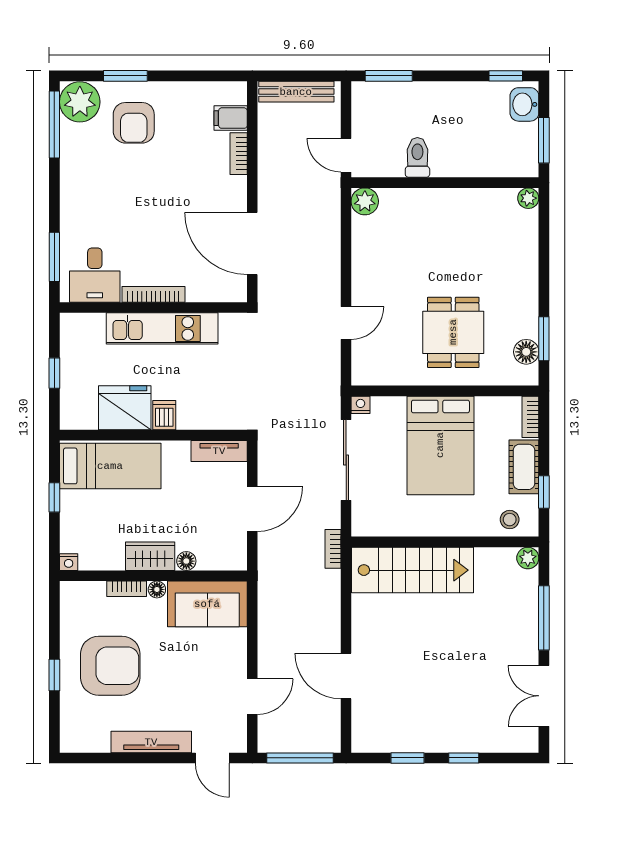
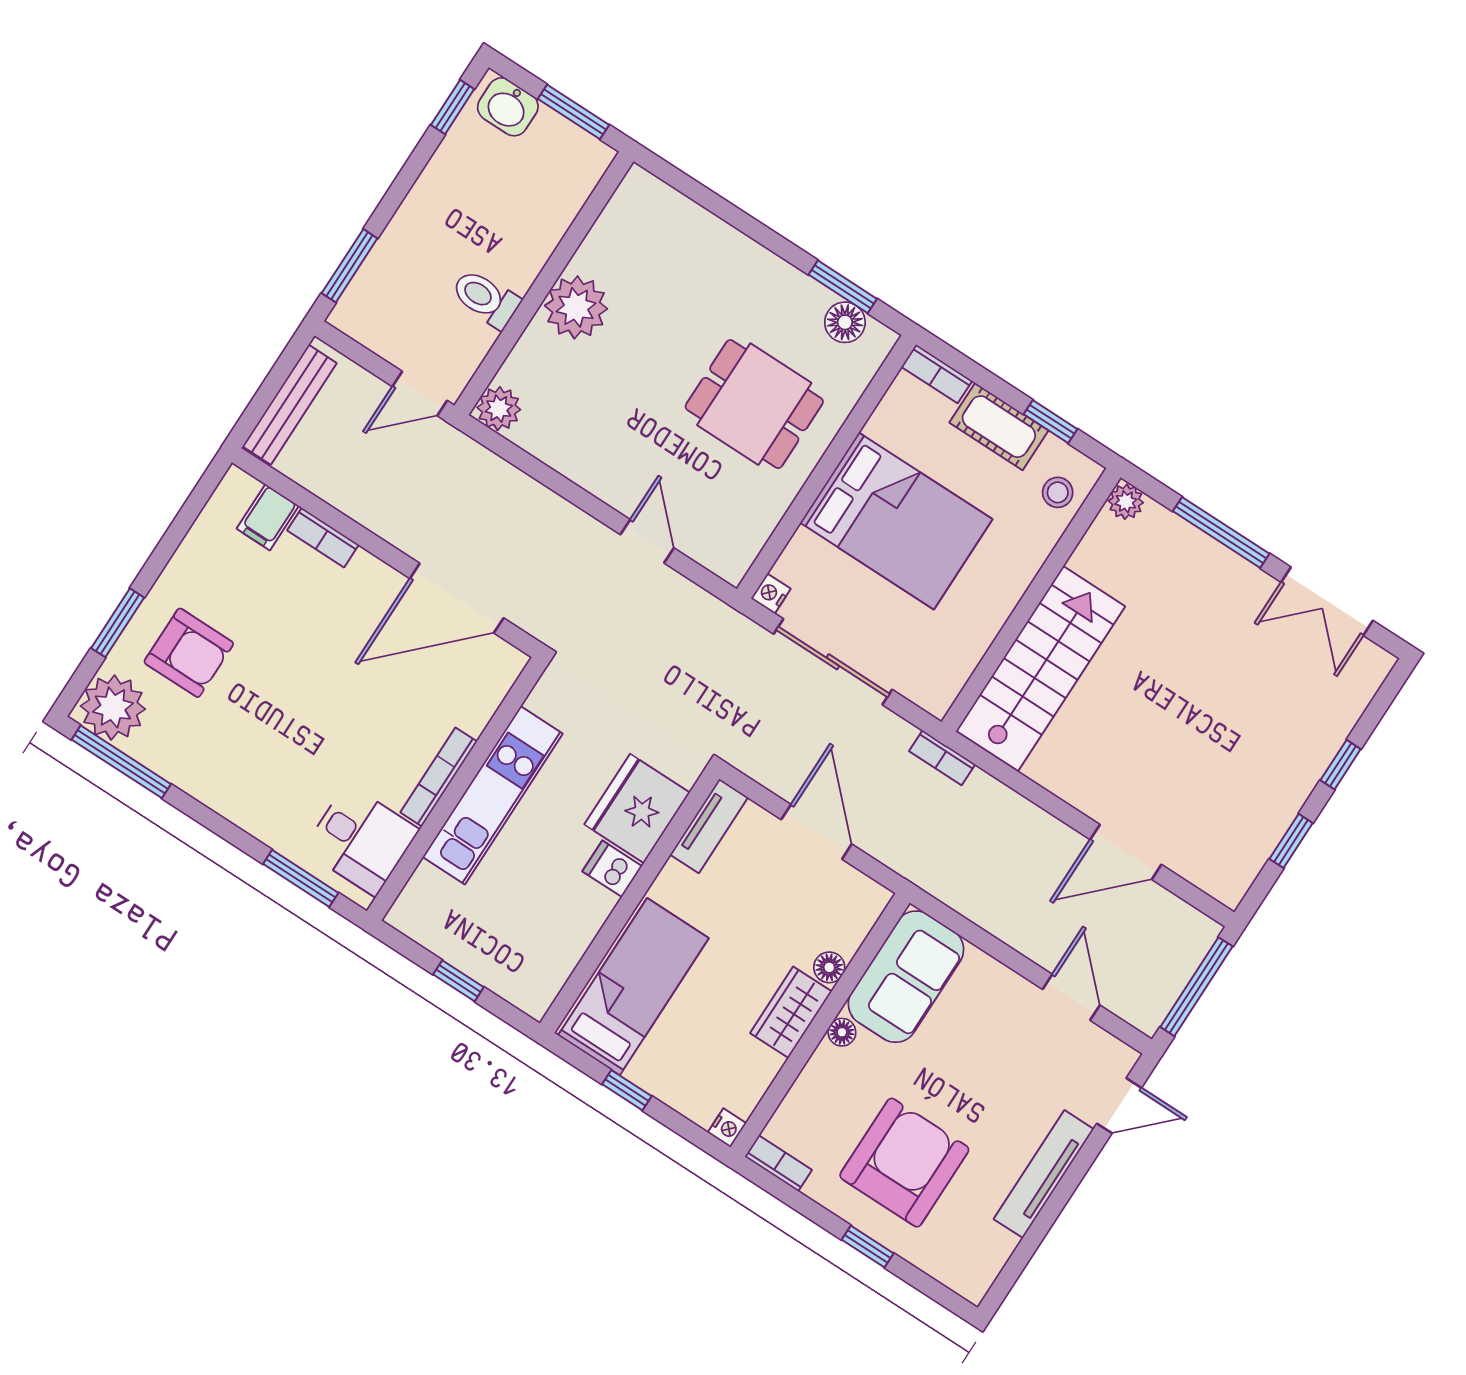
plant: (528, 198) -> (576, 307), moved, width x1.88, depth x1.88
fridge: (125, 408) -> (637, 808), moved
bookcase: (127, 589) -> (778, 1163), moved, turned -90

